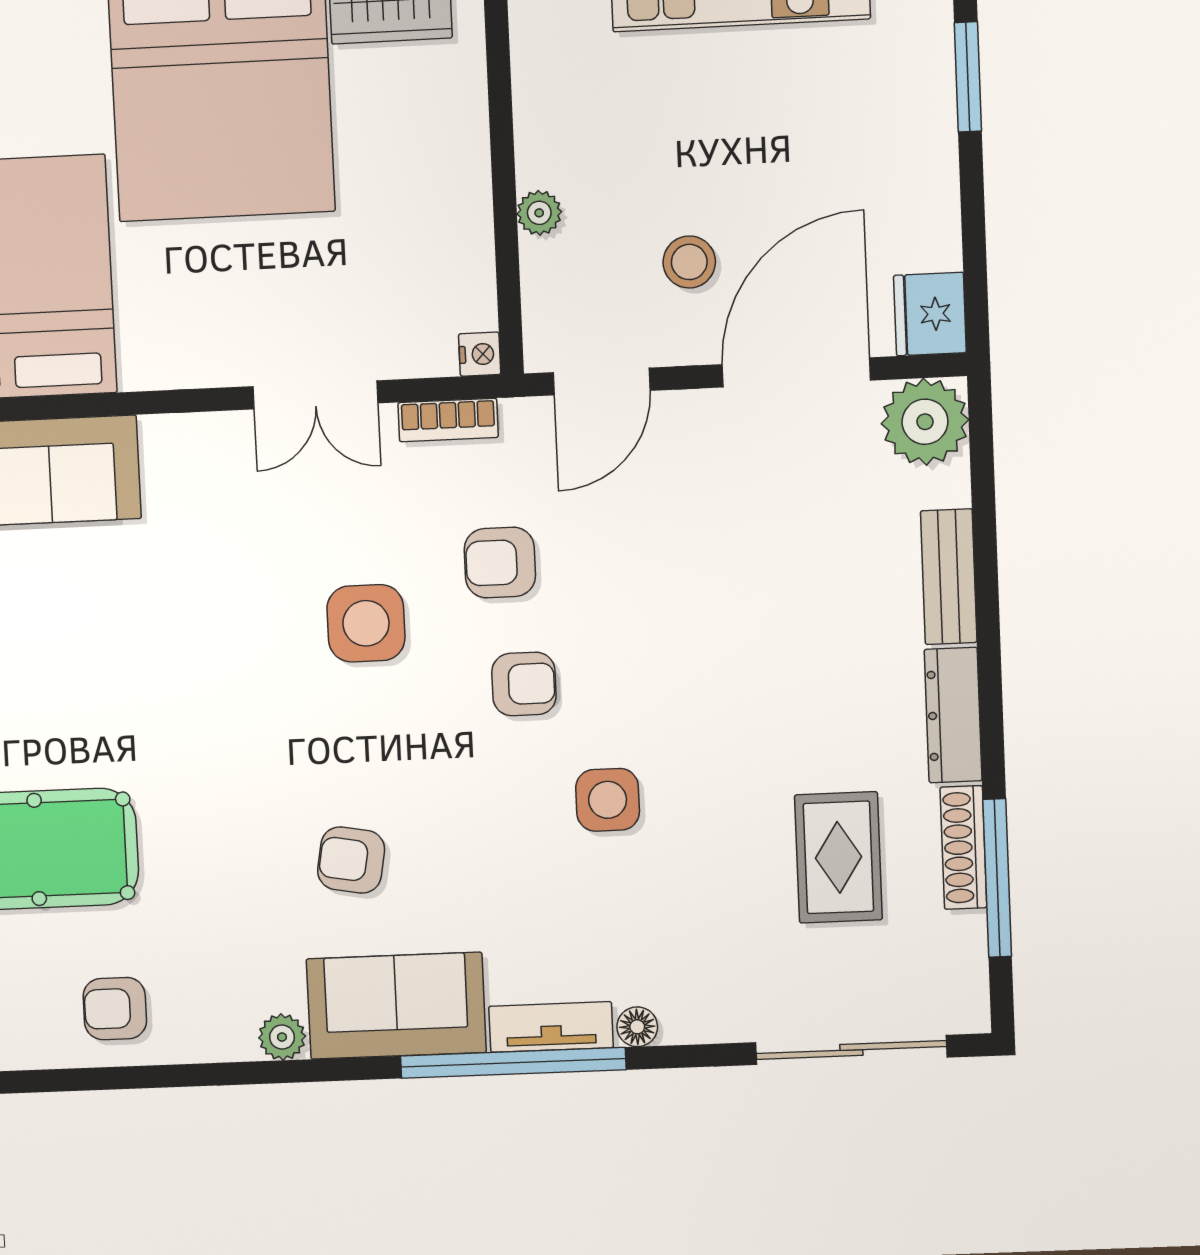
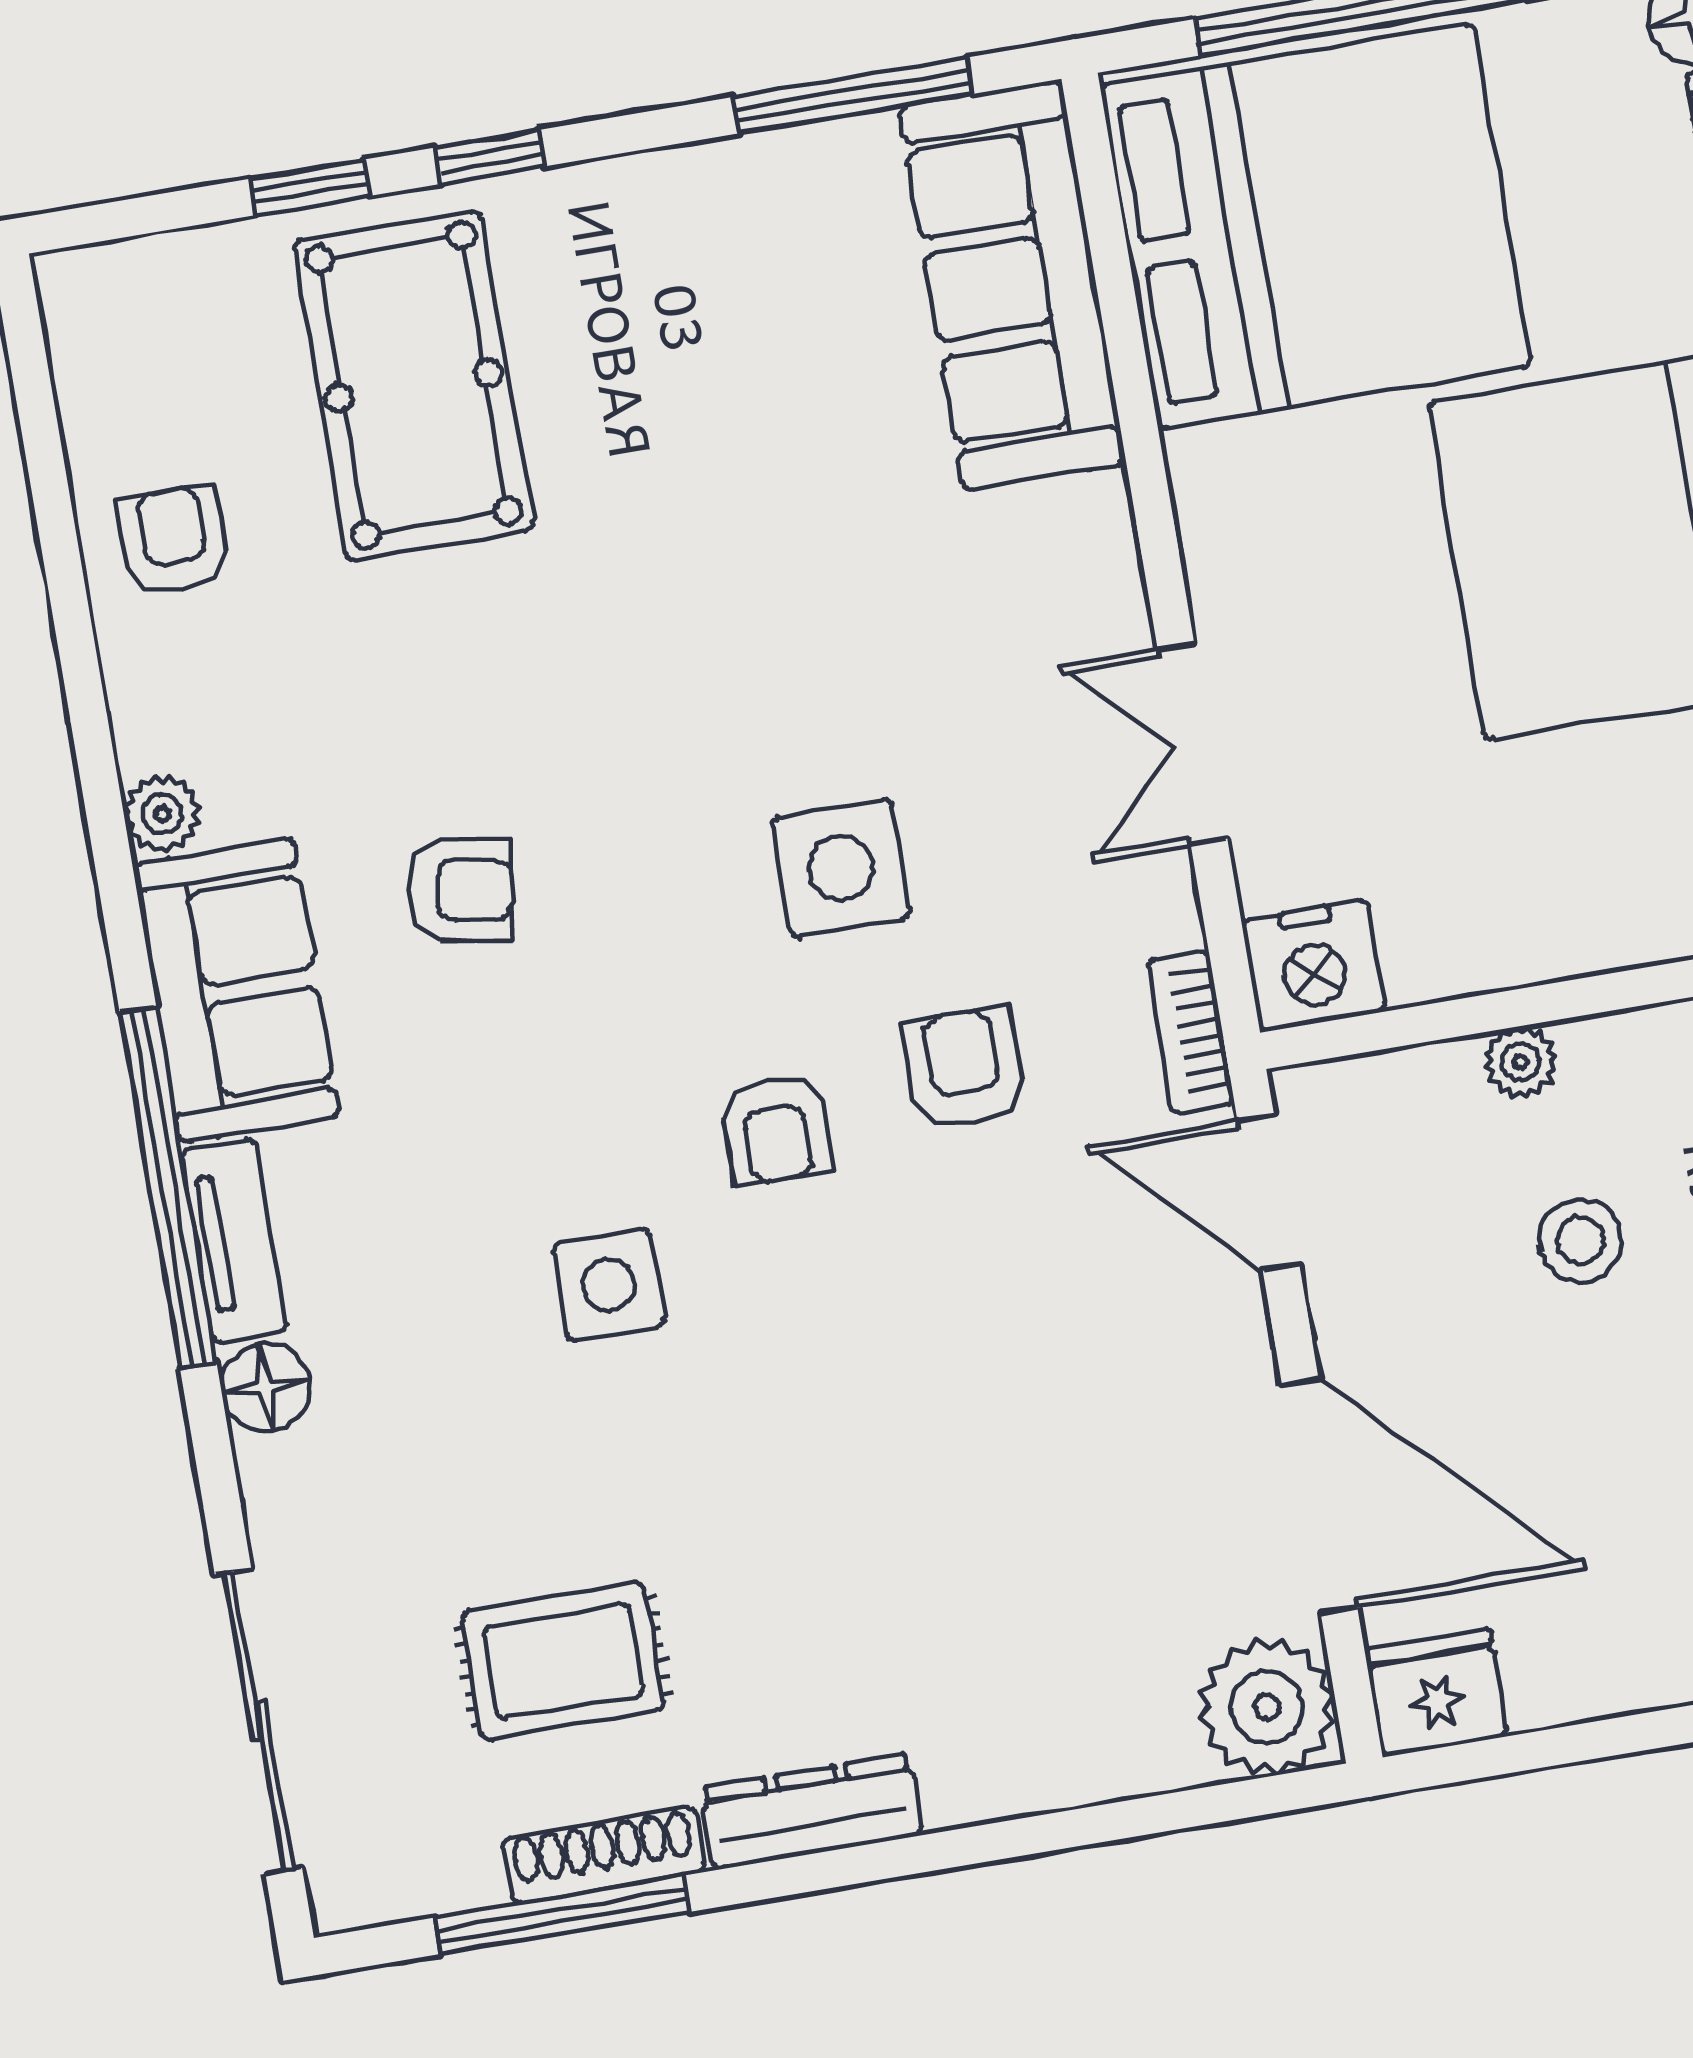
stool: (689, 262) -> (1581, 1241), moved
nightstand: (480, 354) -> (1313, 966), width x1.89, depth x1.79
bookcase: (448, 420) -> (1191, 1032), moved
bench: (949, 577) -> (1029, 1776), removed
armchair: (351, 860) -> (461, 890), turned 90
floor lamp: (637, 1027) -> (265, 1387), width x1.37, depth x1.37

